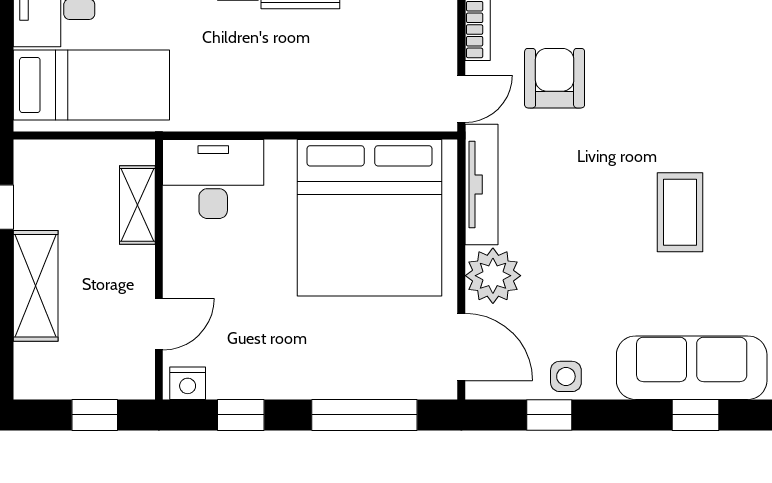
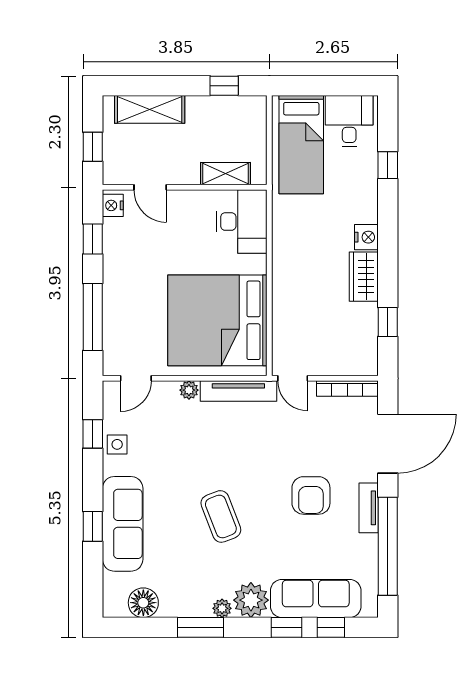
armchair: (555, 78) -> (311, 495), moved, turned 90
coffee table: (680, 212) -> (221, 516), turned 69
plant: (493, 276) -> (189, 390), width x0.53, depth x0.53
shelving: (36, 286) -> (150, 109), moved
door: (461, 347) -> (136, 378), width x0.73

